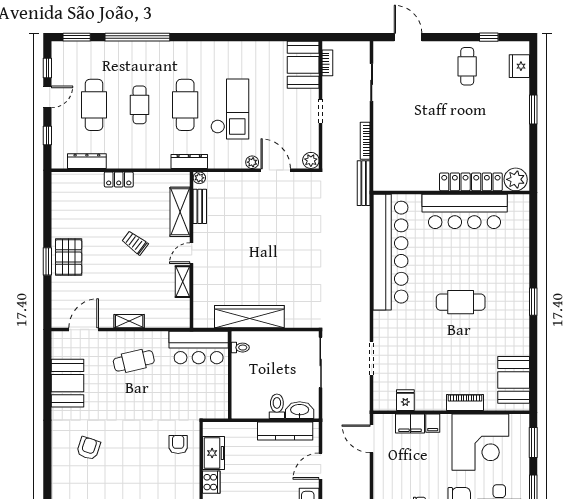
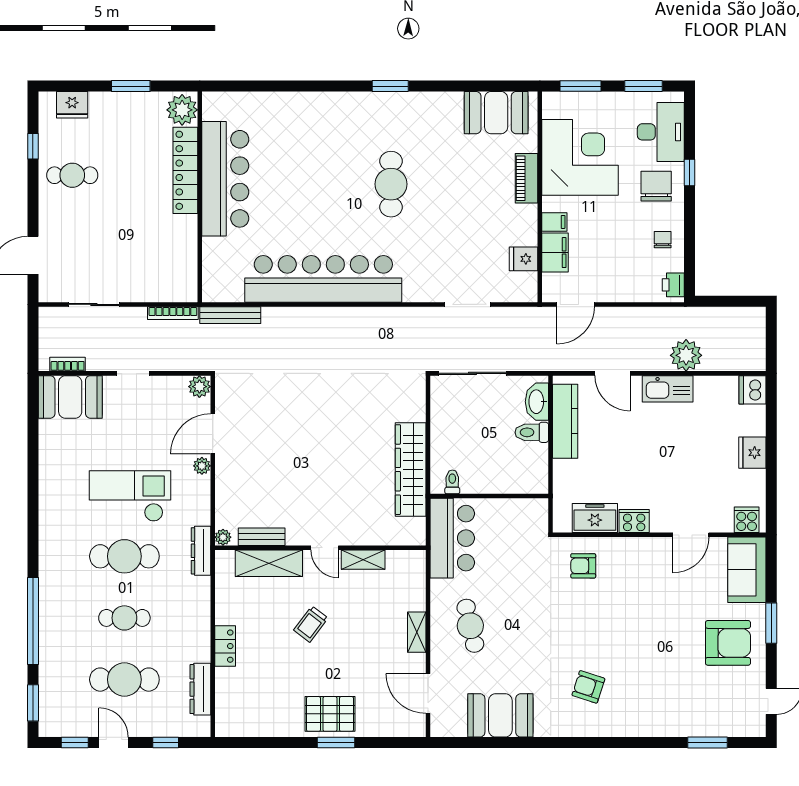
plant: (516, 179) -> (182, 110), moved
locker: (471, 182) -> (185, 170), moved
wall: (451, 192) -> (200, 197), moved
bar counter: (465, 211) -> (225, 179), moved

